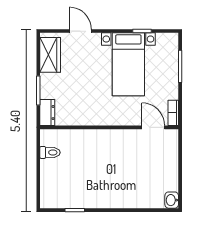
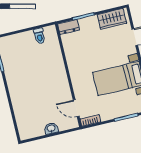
door: (153, 127) -> (76, 108), swing flipped
washbasin: (172, 200) -> (51, 128), moved

